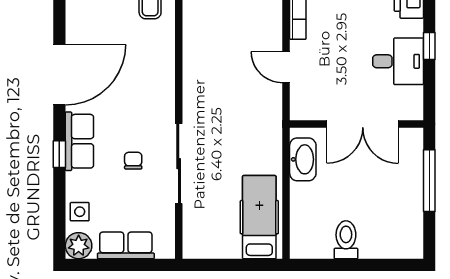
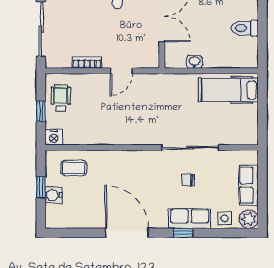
row of seats: (79, 141) -> (190, 218), moved
washbasin: (303, 159) -> (194, 62), width x0.52, depth x0.69

